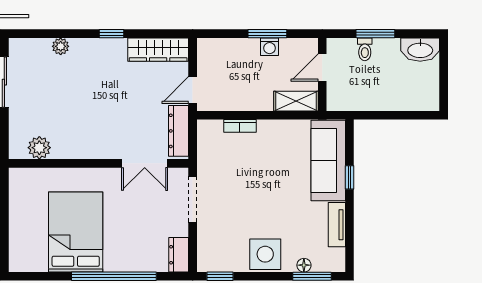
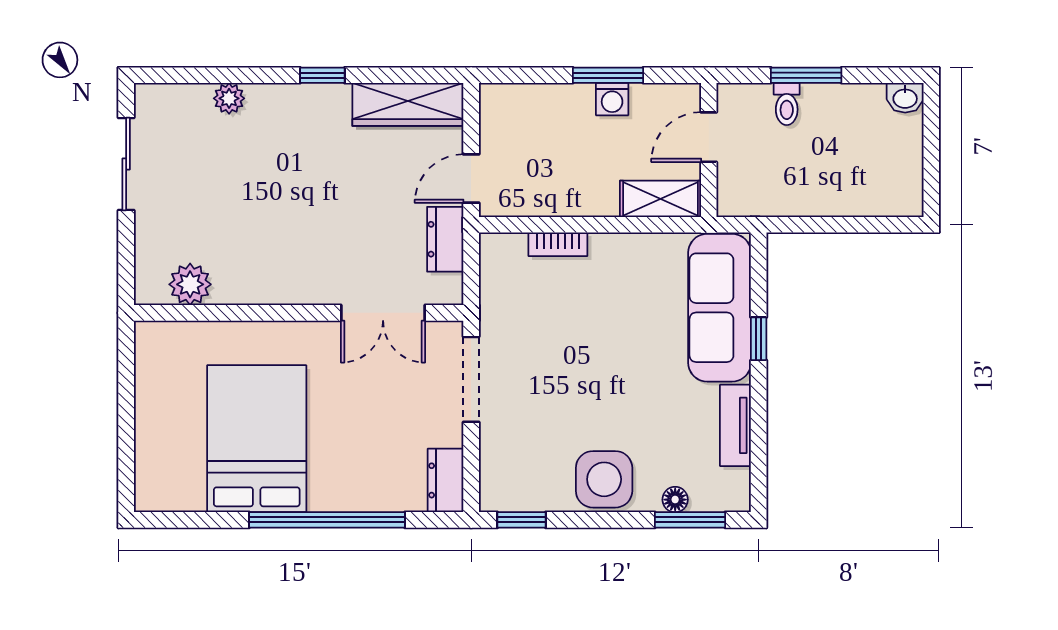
washbasin: (420, 50) -> (905, 98), width x0.52, depth x0.69
dresser: (179, 131) -> (445, 239), width x0.70

